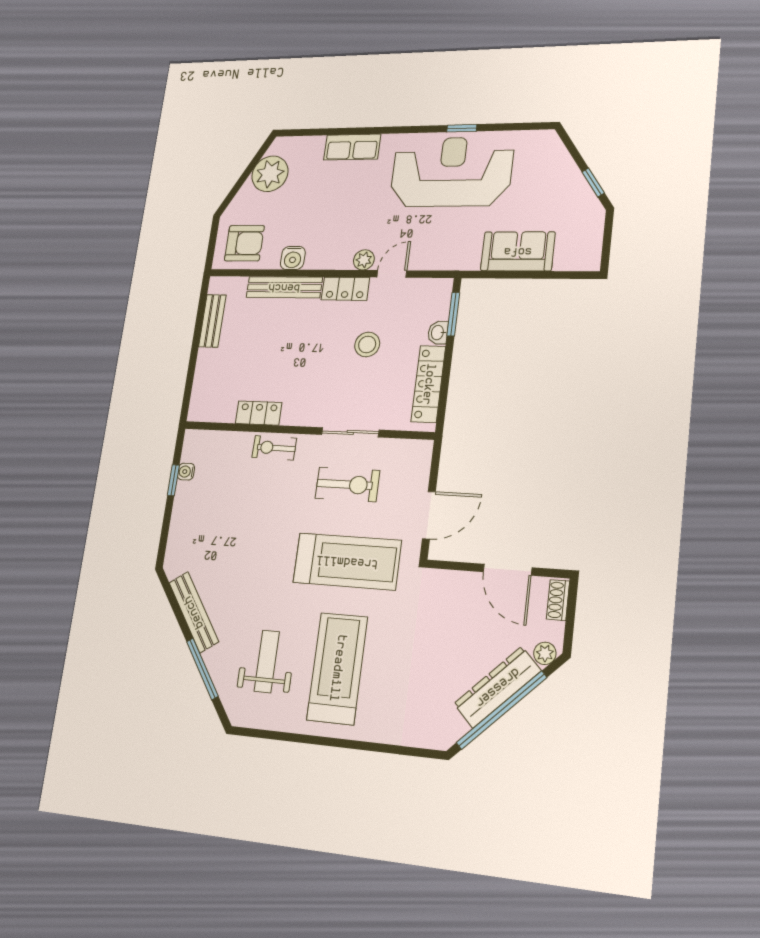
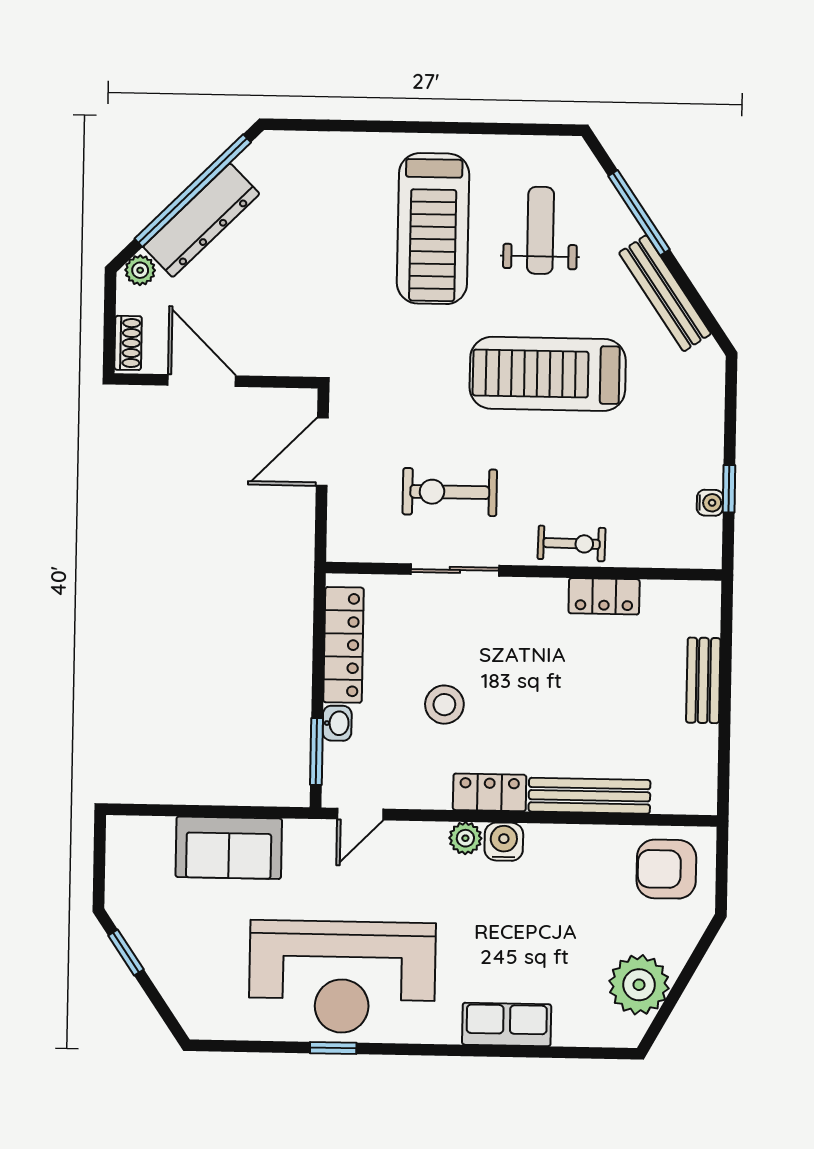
water cooler: (293, 258) -> (504, 842), moved
door: (392, 274) -> (360, 814), moved
bench: (212, 321) -> (703, 680), moved
treadmill: (347, 561) -> (548, 374), moved
weight bench: (267, 661) -> (540, 230), turned 180

